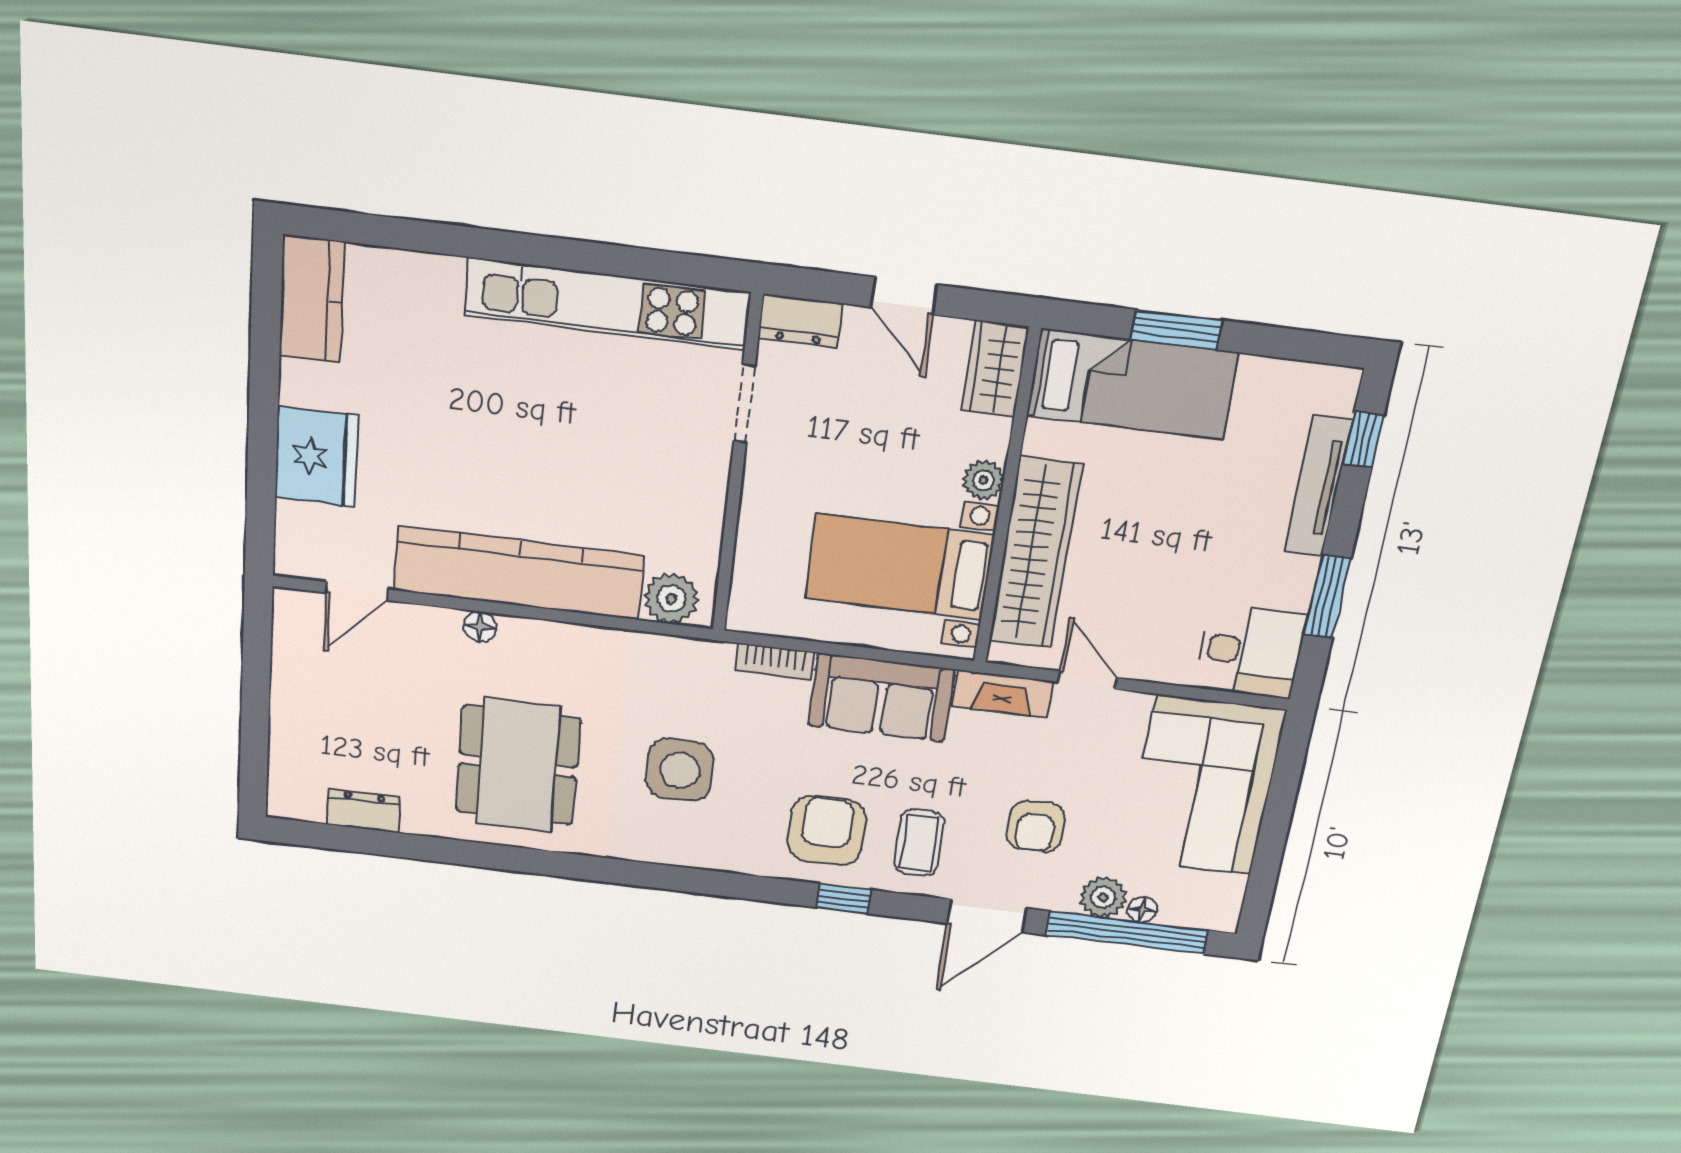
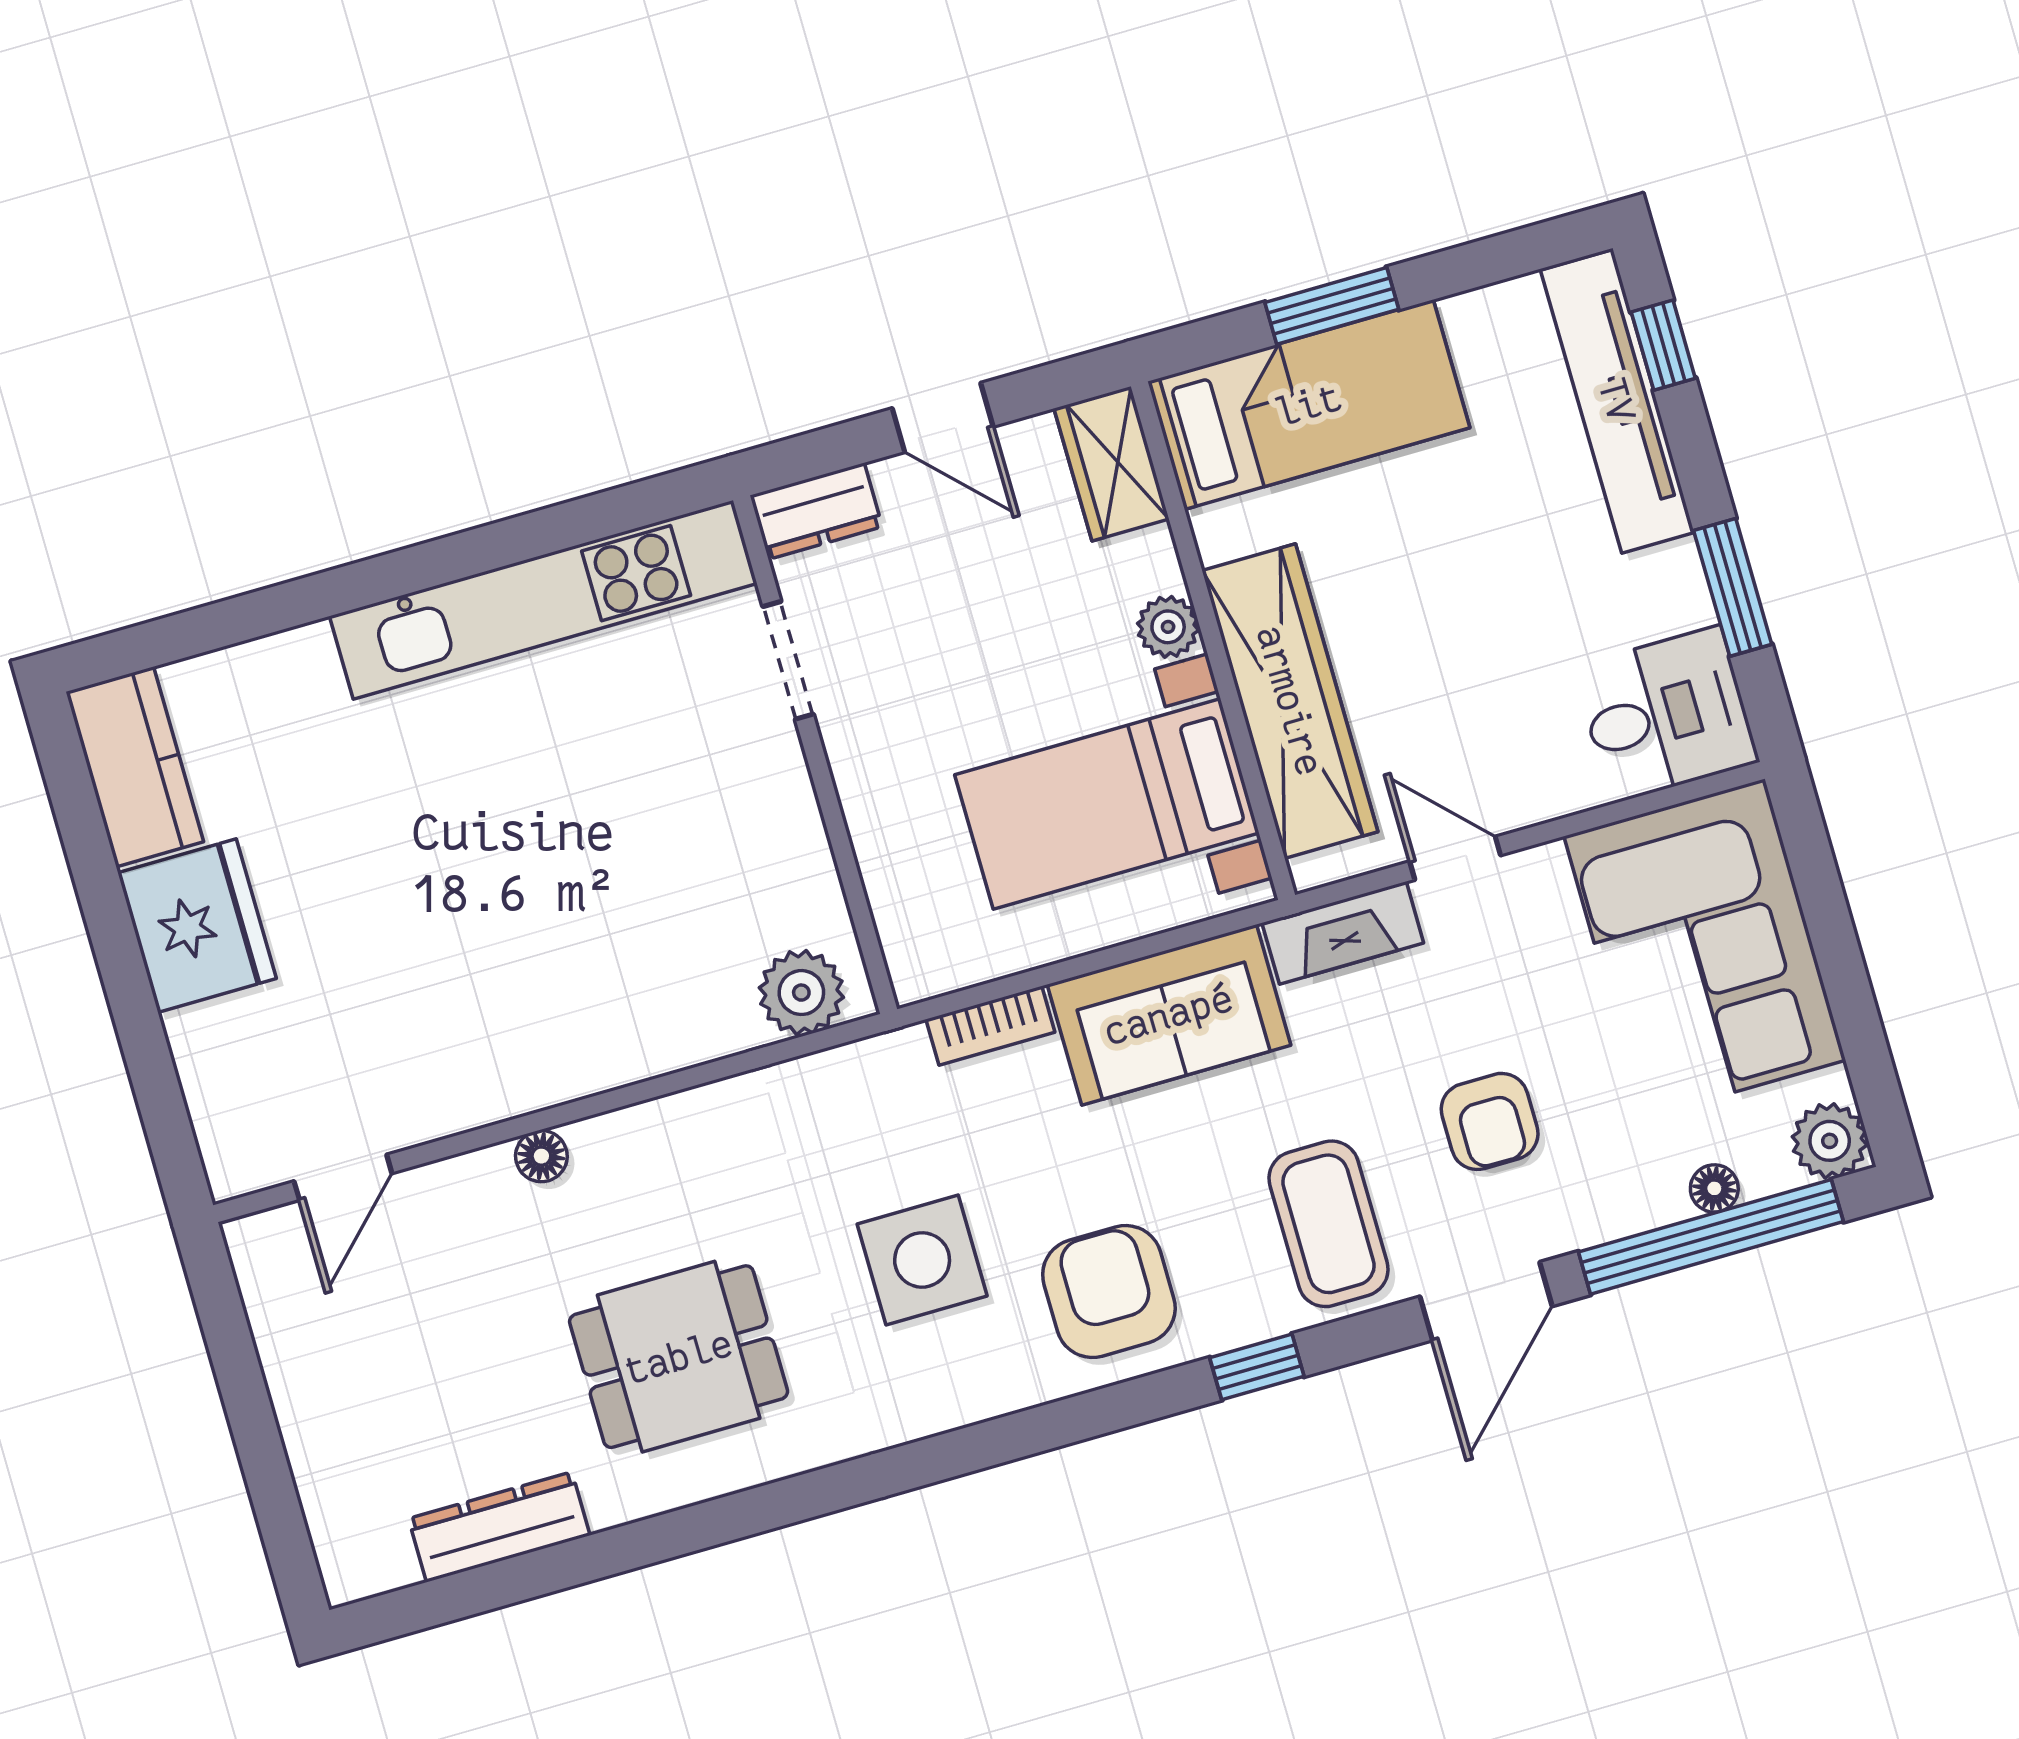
fridge: (317, 457) -> (197, 926), moved
tv unit: (1318, 487) -> (1617, 401), width x1.36, depth x1.29
kitchen counter: (519, 573) -> (567, 1048), removed
dining table: (518, 765) -> (679, 1357), width x0.73
dresser: (364, 811) -> (499, 1527), width x1.44
armchair: (827, 831) -> (1109, 1292), moved
coffee table: (919, 843) -> (1329, 1224), width x1.36, depth x1.30
plant: (1103, 897) -> (1830, 1141), moved

